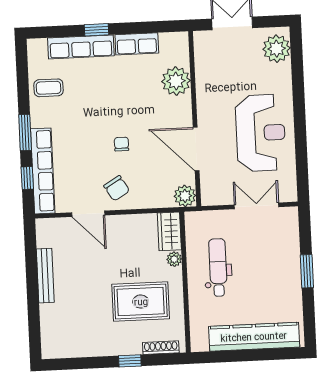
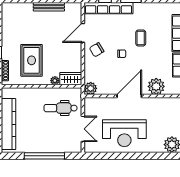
coffee table: (48, 88) -> (141, 38), moved
door: (196, 149) -> (129, 96), moved
dental chair: (218, 267) -> (61, 108), moved, turned 180
window: (307, 271) -> (44, 156), width x2.11

